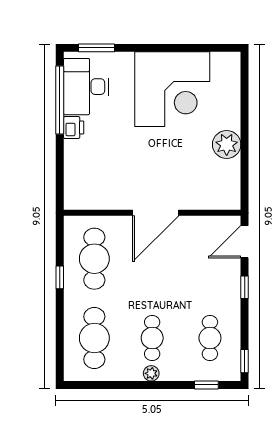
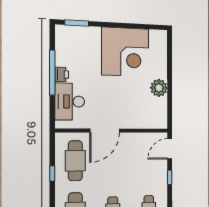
desk: (86, 87) -> (70, 102), moved
window: (60, 100) -> (52, 73), moved
door: (156, 213) -> (105, 131), moved

